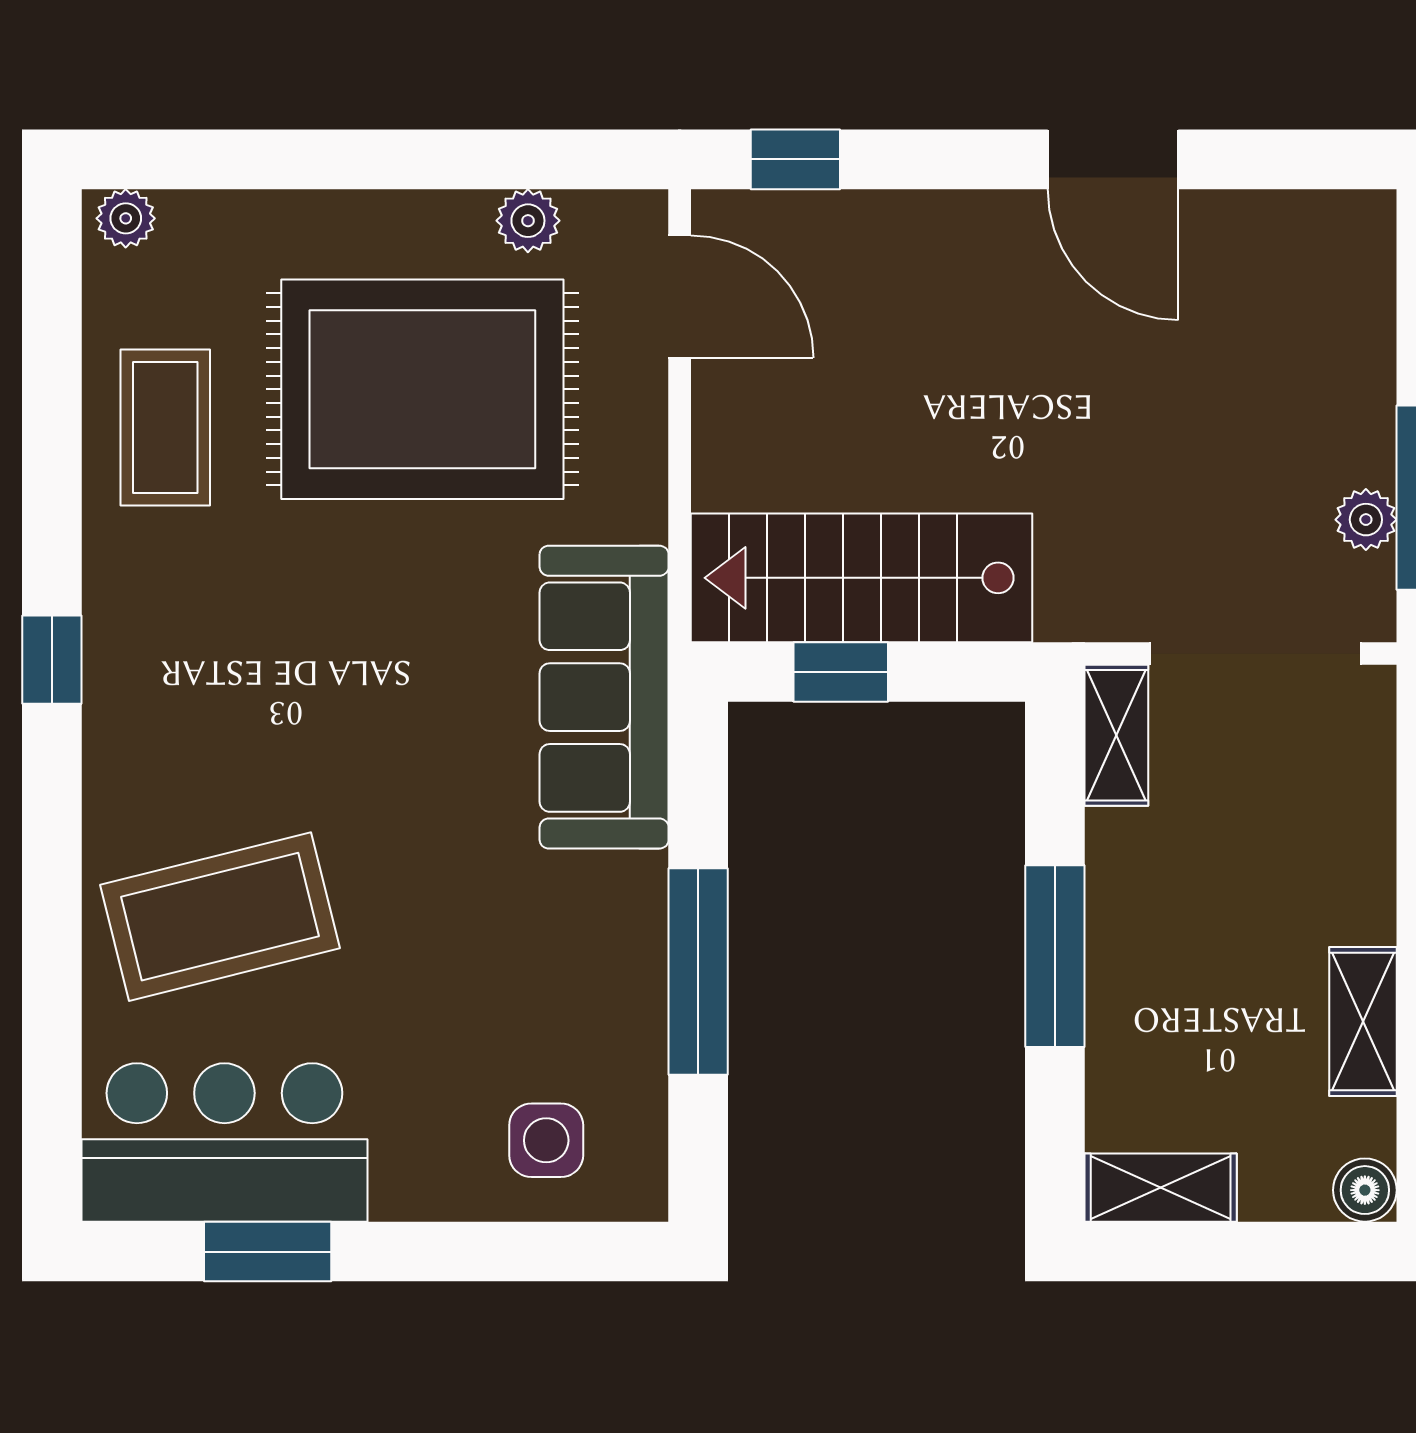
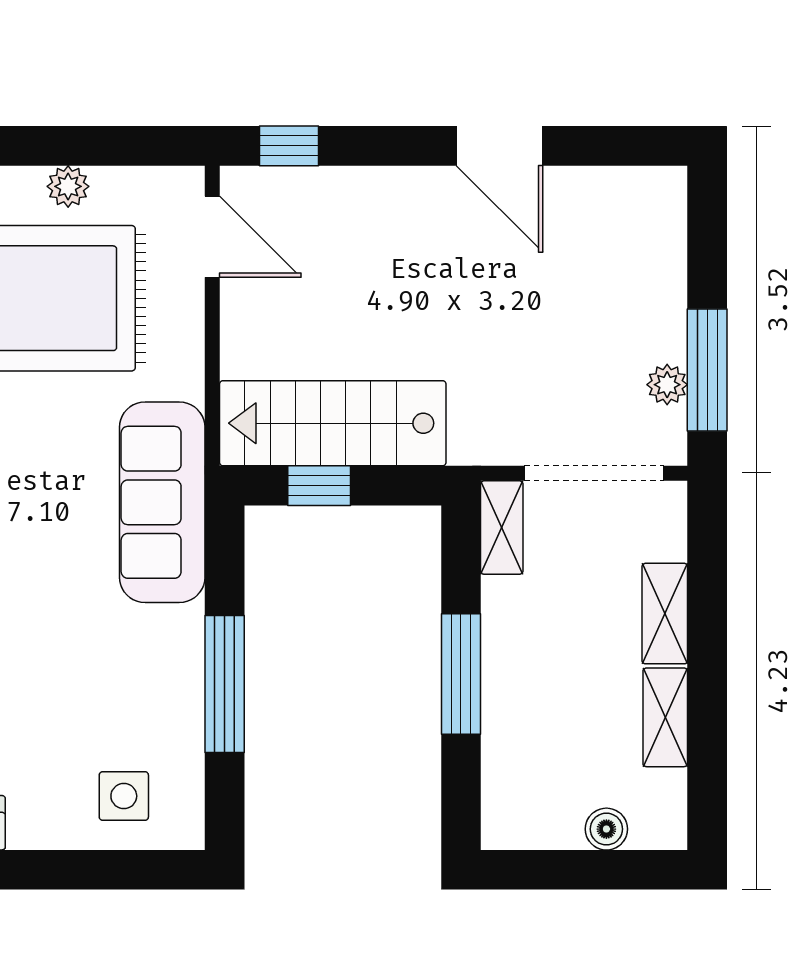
plant: (528, 221) -> (68, 186), moved
shelving: (1161, 1188) -> (665, 614), moved, turned 90
boiler: (1365, 1190) -> (606, 829), moved

